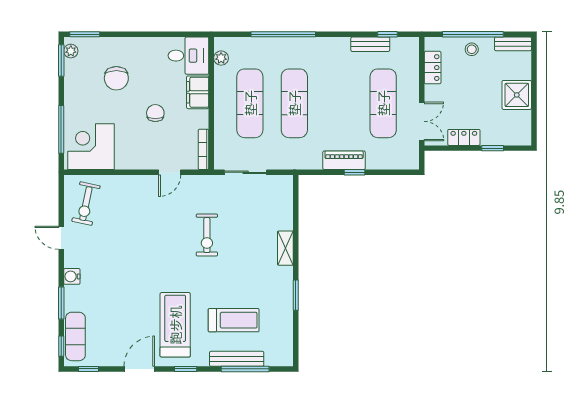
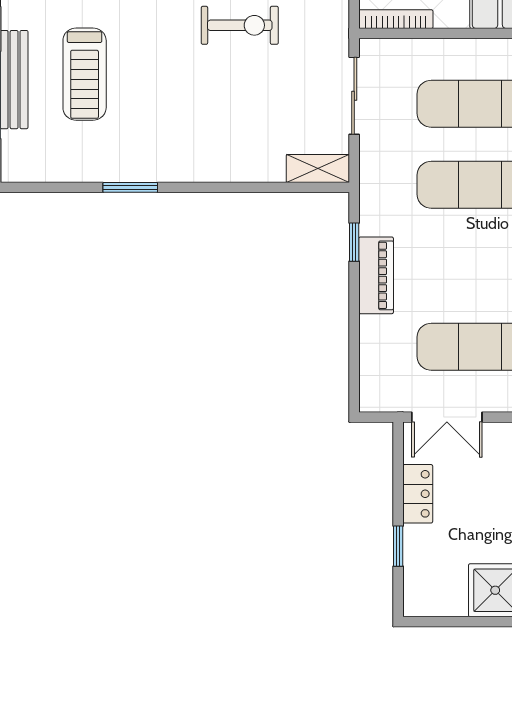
window: (354, 172) -> (354, 242), moved
exercise bike: (207, 235) -> (240, 25), turned 180
shelving: (285, 248) -> (318, 169), moved

